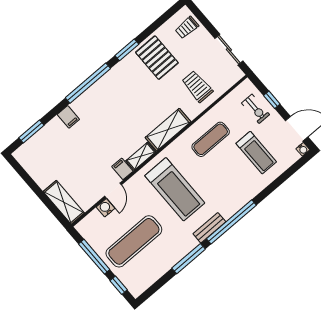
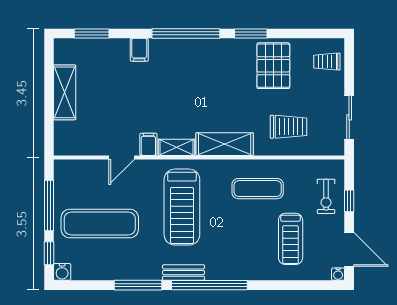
trolley: (197, 86) -> (288, 127), turned 90
shelving: (64, 202) -> (65, 92), moved
water cooler: (106, 208) -> (62, 272), moved, turned 180

